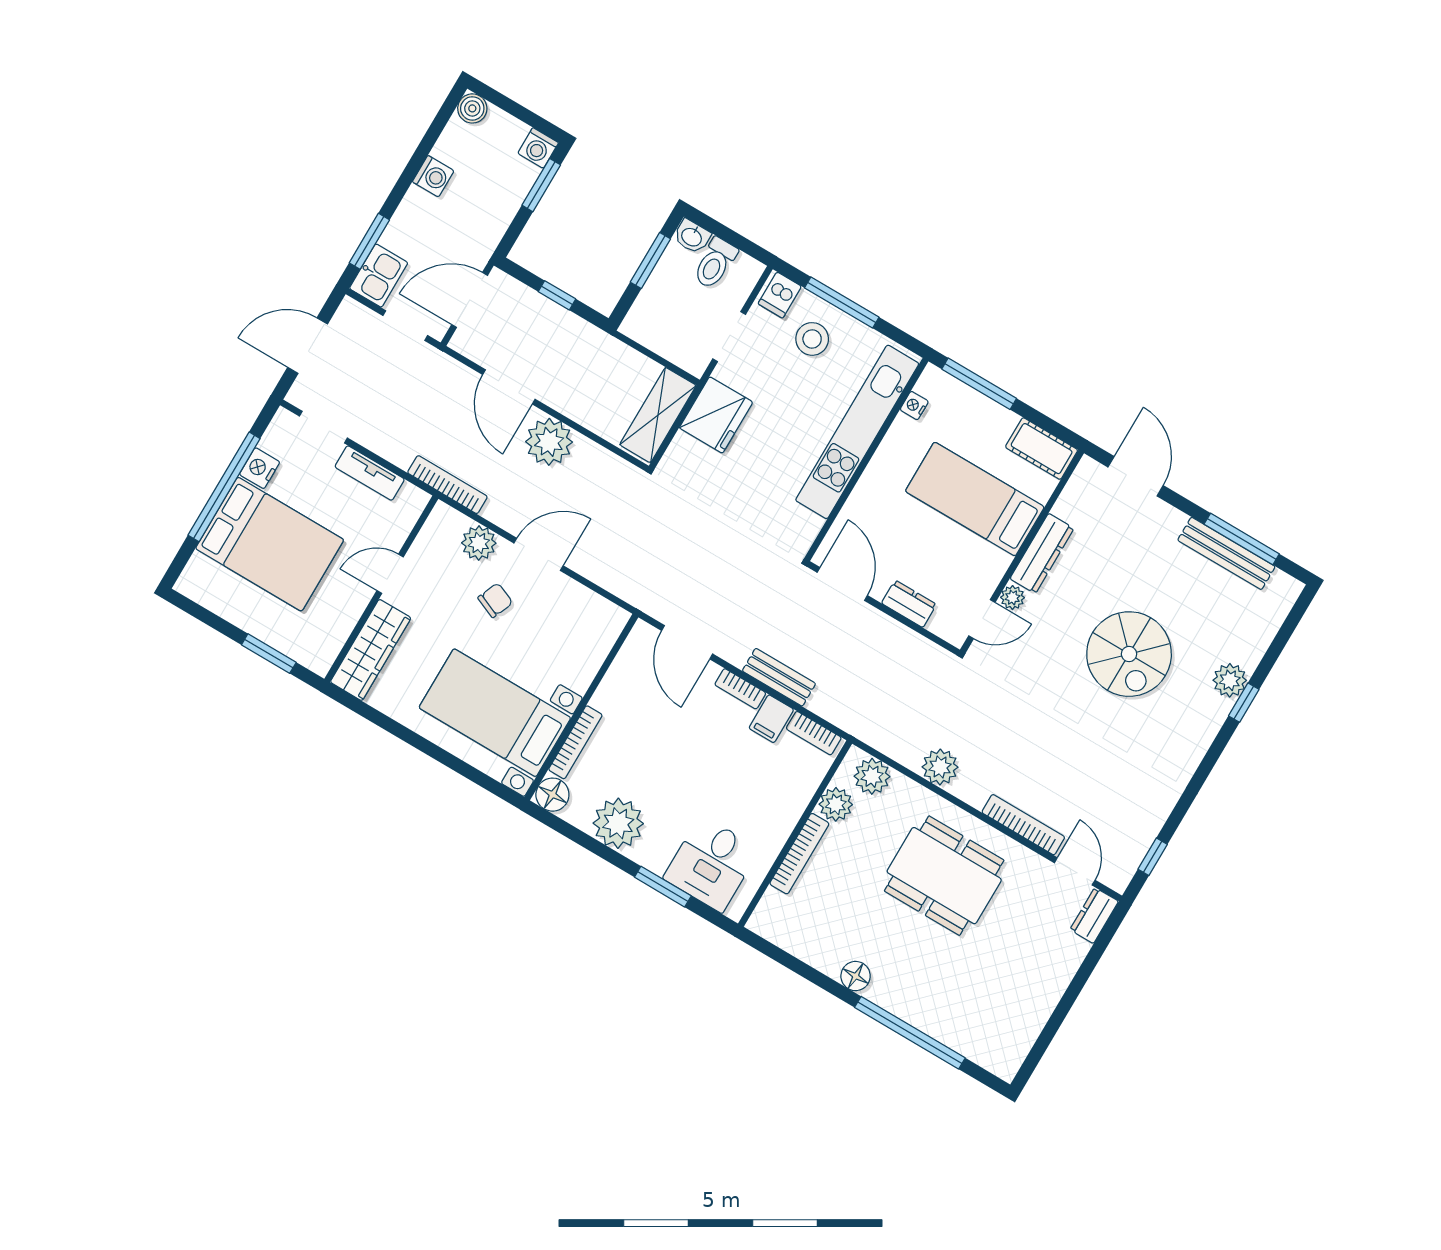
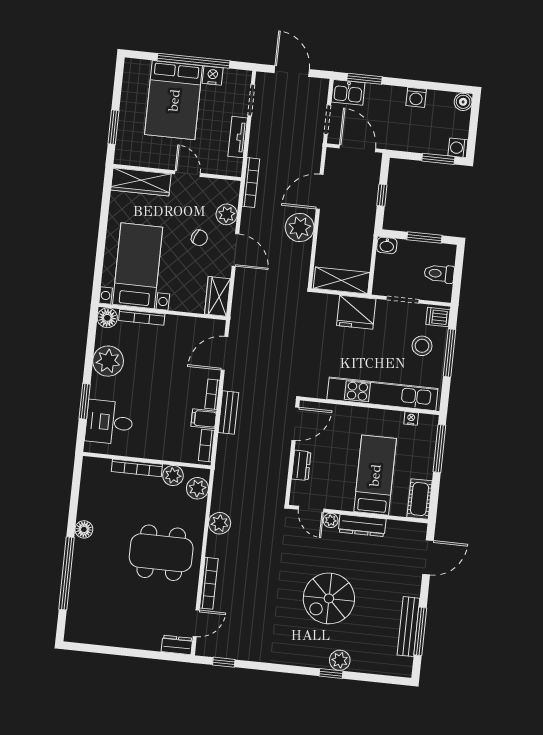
washbasin: (692, 237) -> (387, 245), moved, turned -90
wardrobe: (596, 613) -> (217, 296), added
dining table: (944, 876) -> (161, 553), turned 90

